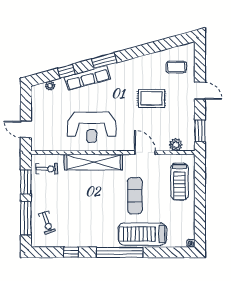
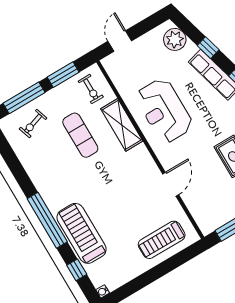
plant: (50, 86) -> (175, 39), width x1.87, depth x1.87
plant: (176, 145) -> (199, 212), removed
shelving: (93, 162) -> (122, 125), width x0.68
exercise mat: (135, 196) -> (80, 135), moved, turned 90
window: (71, 252) -> (77, 270), moved

